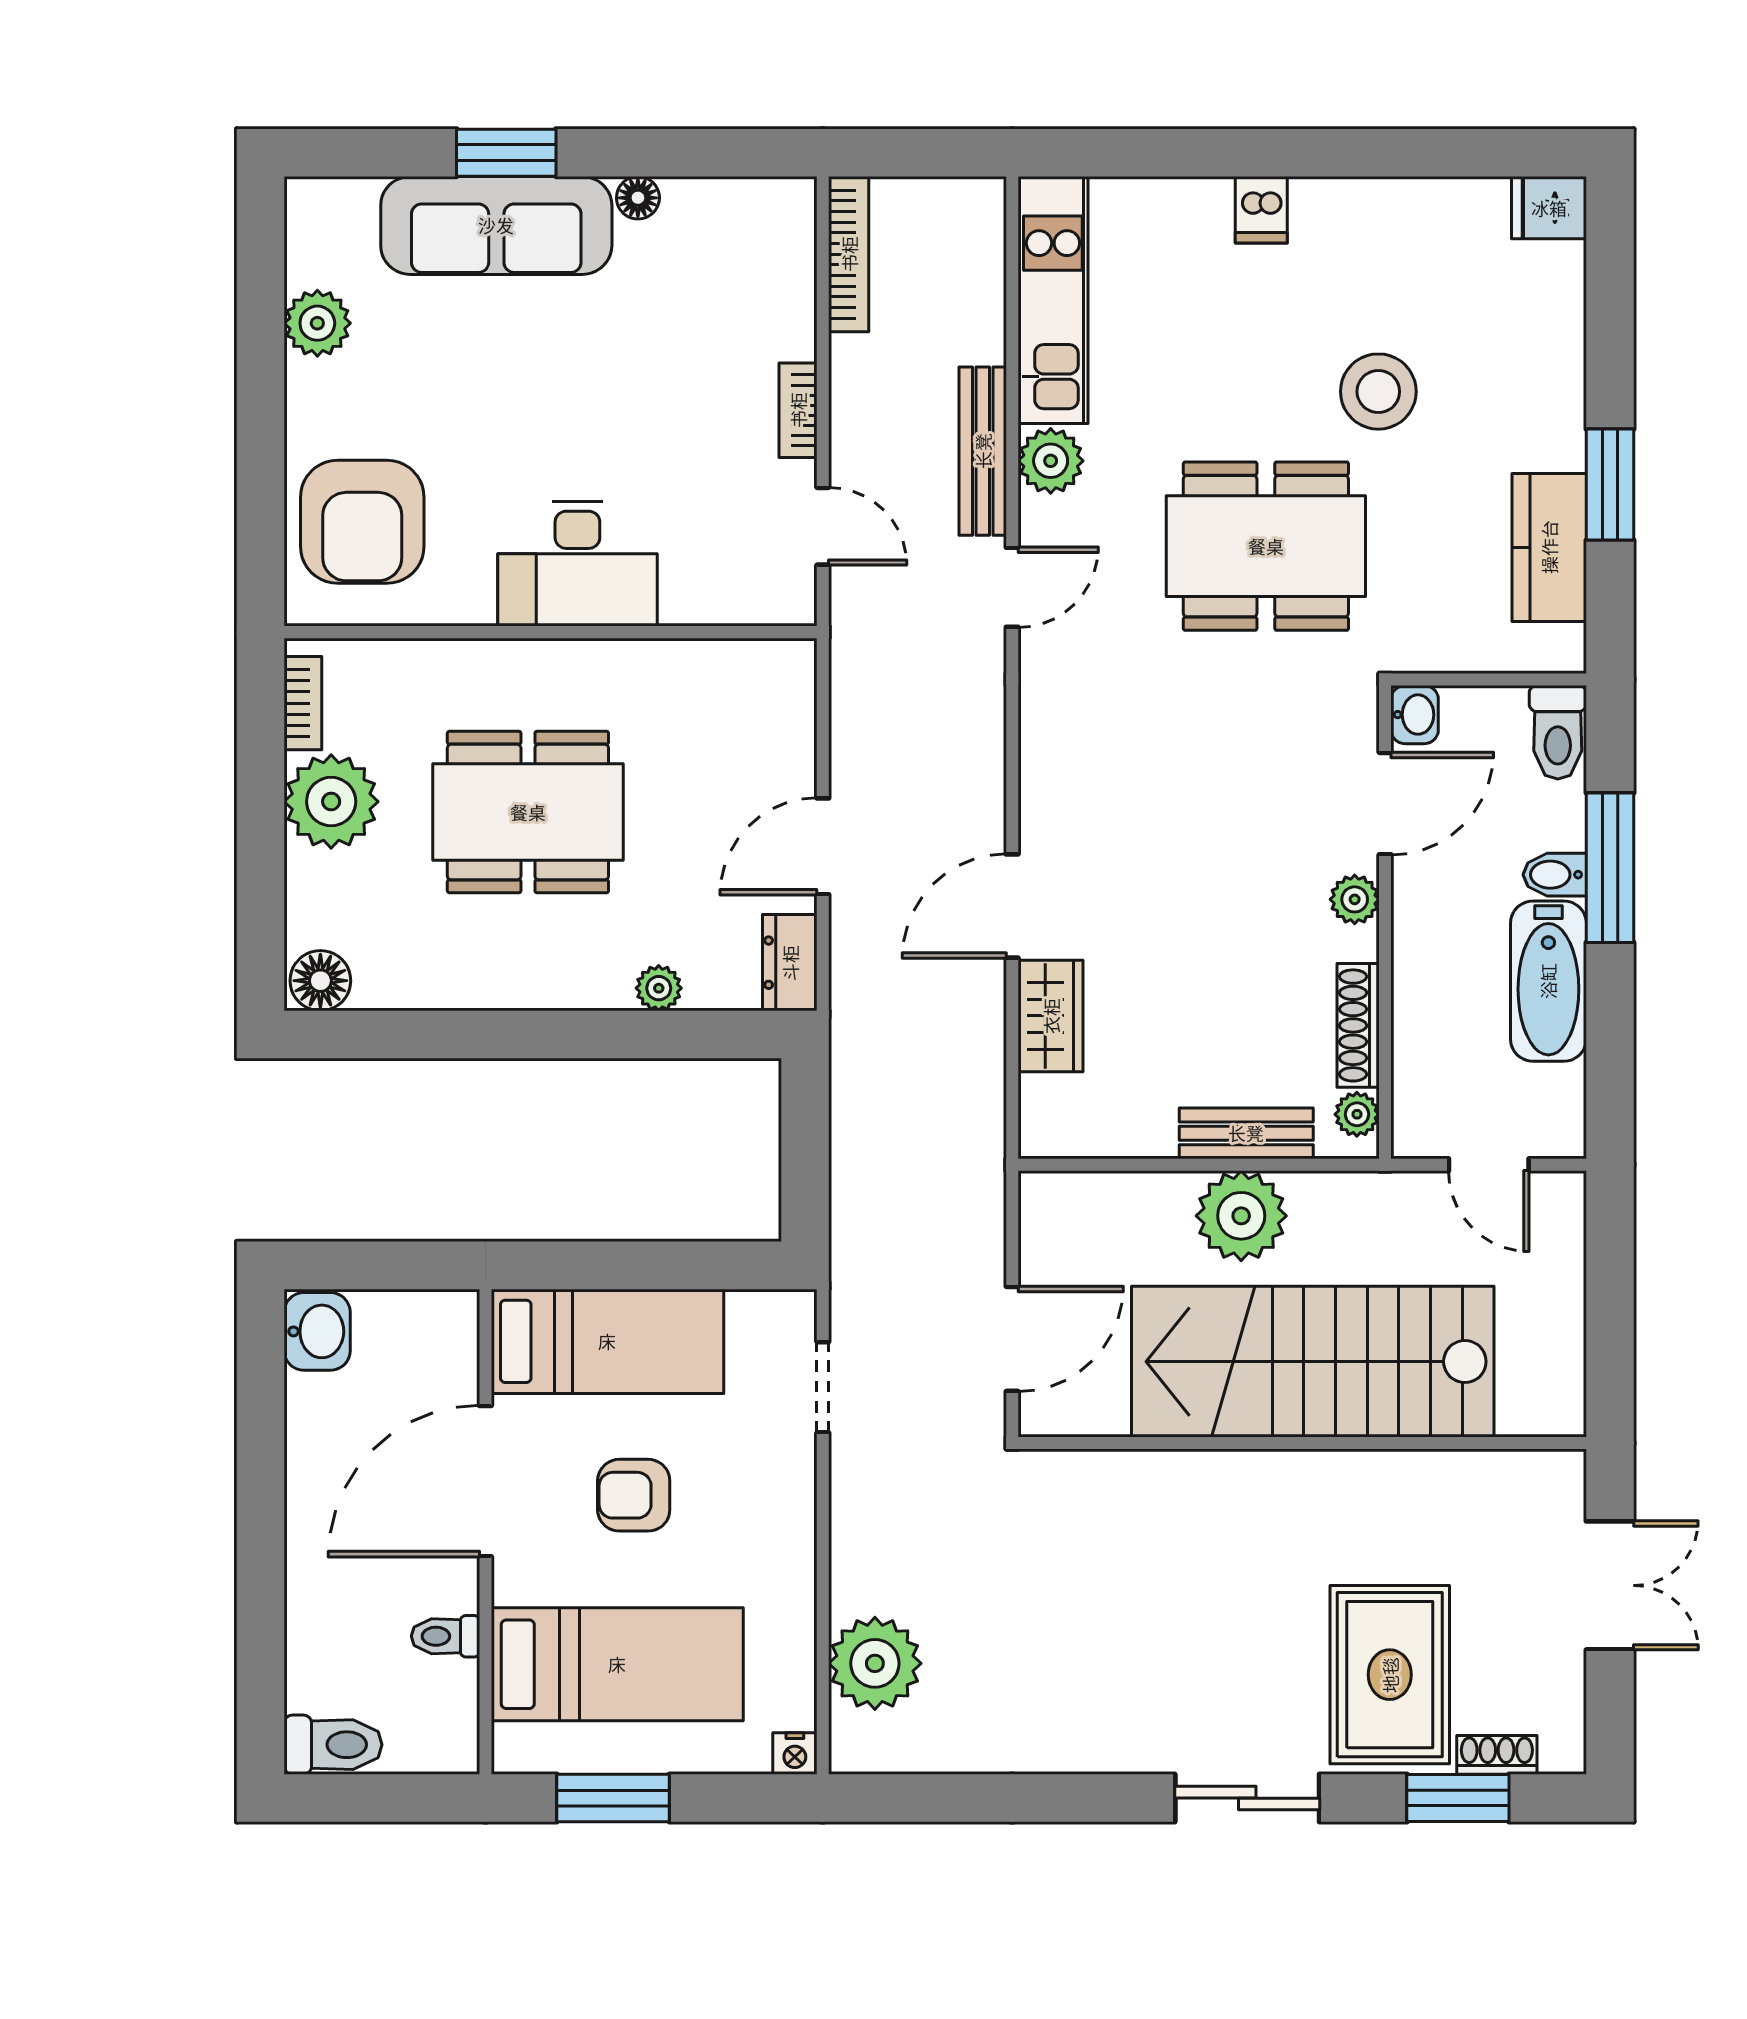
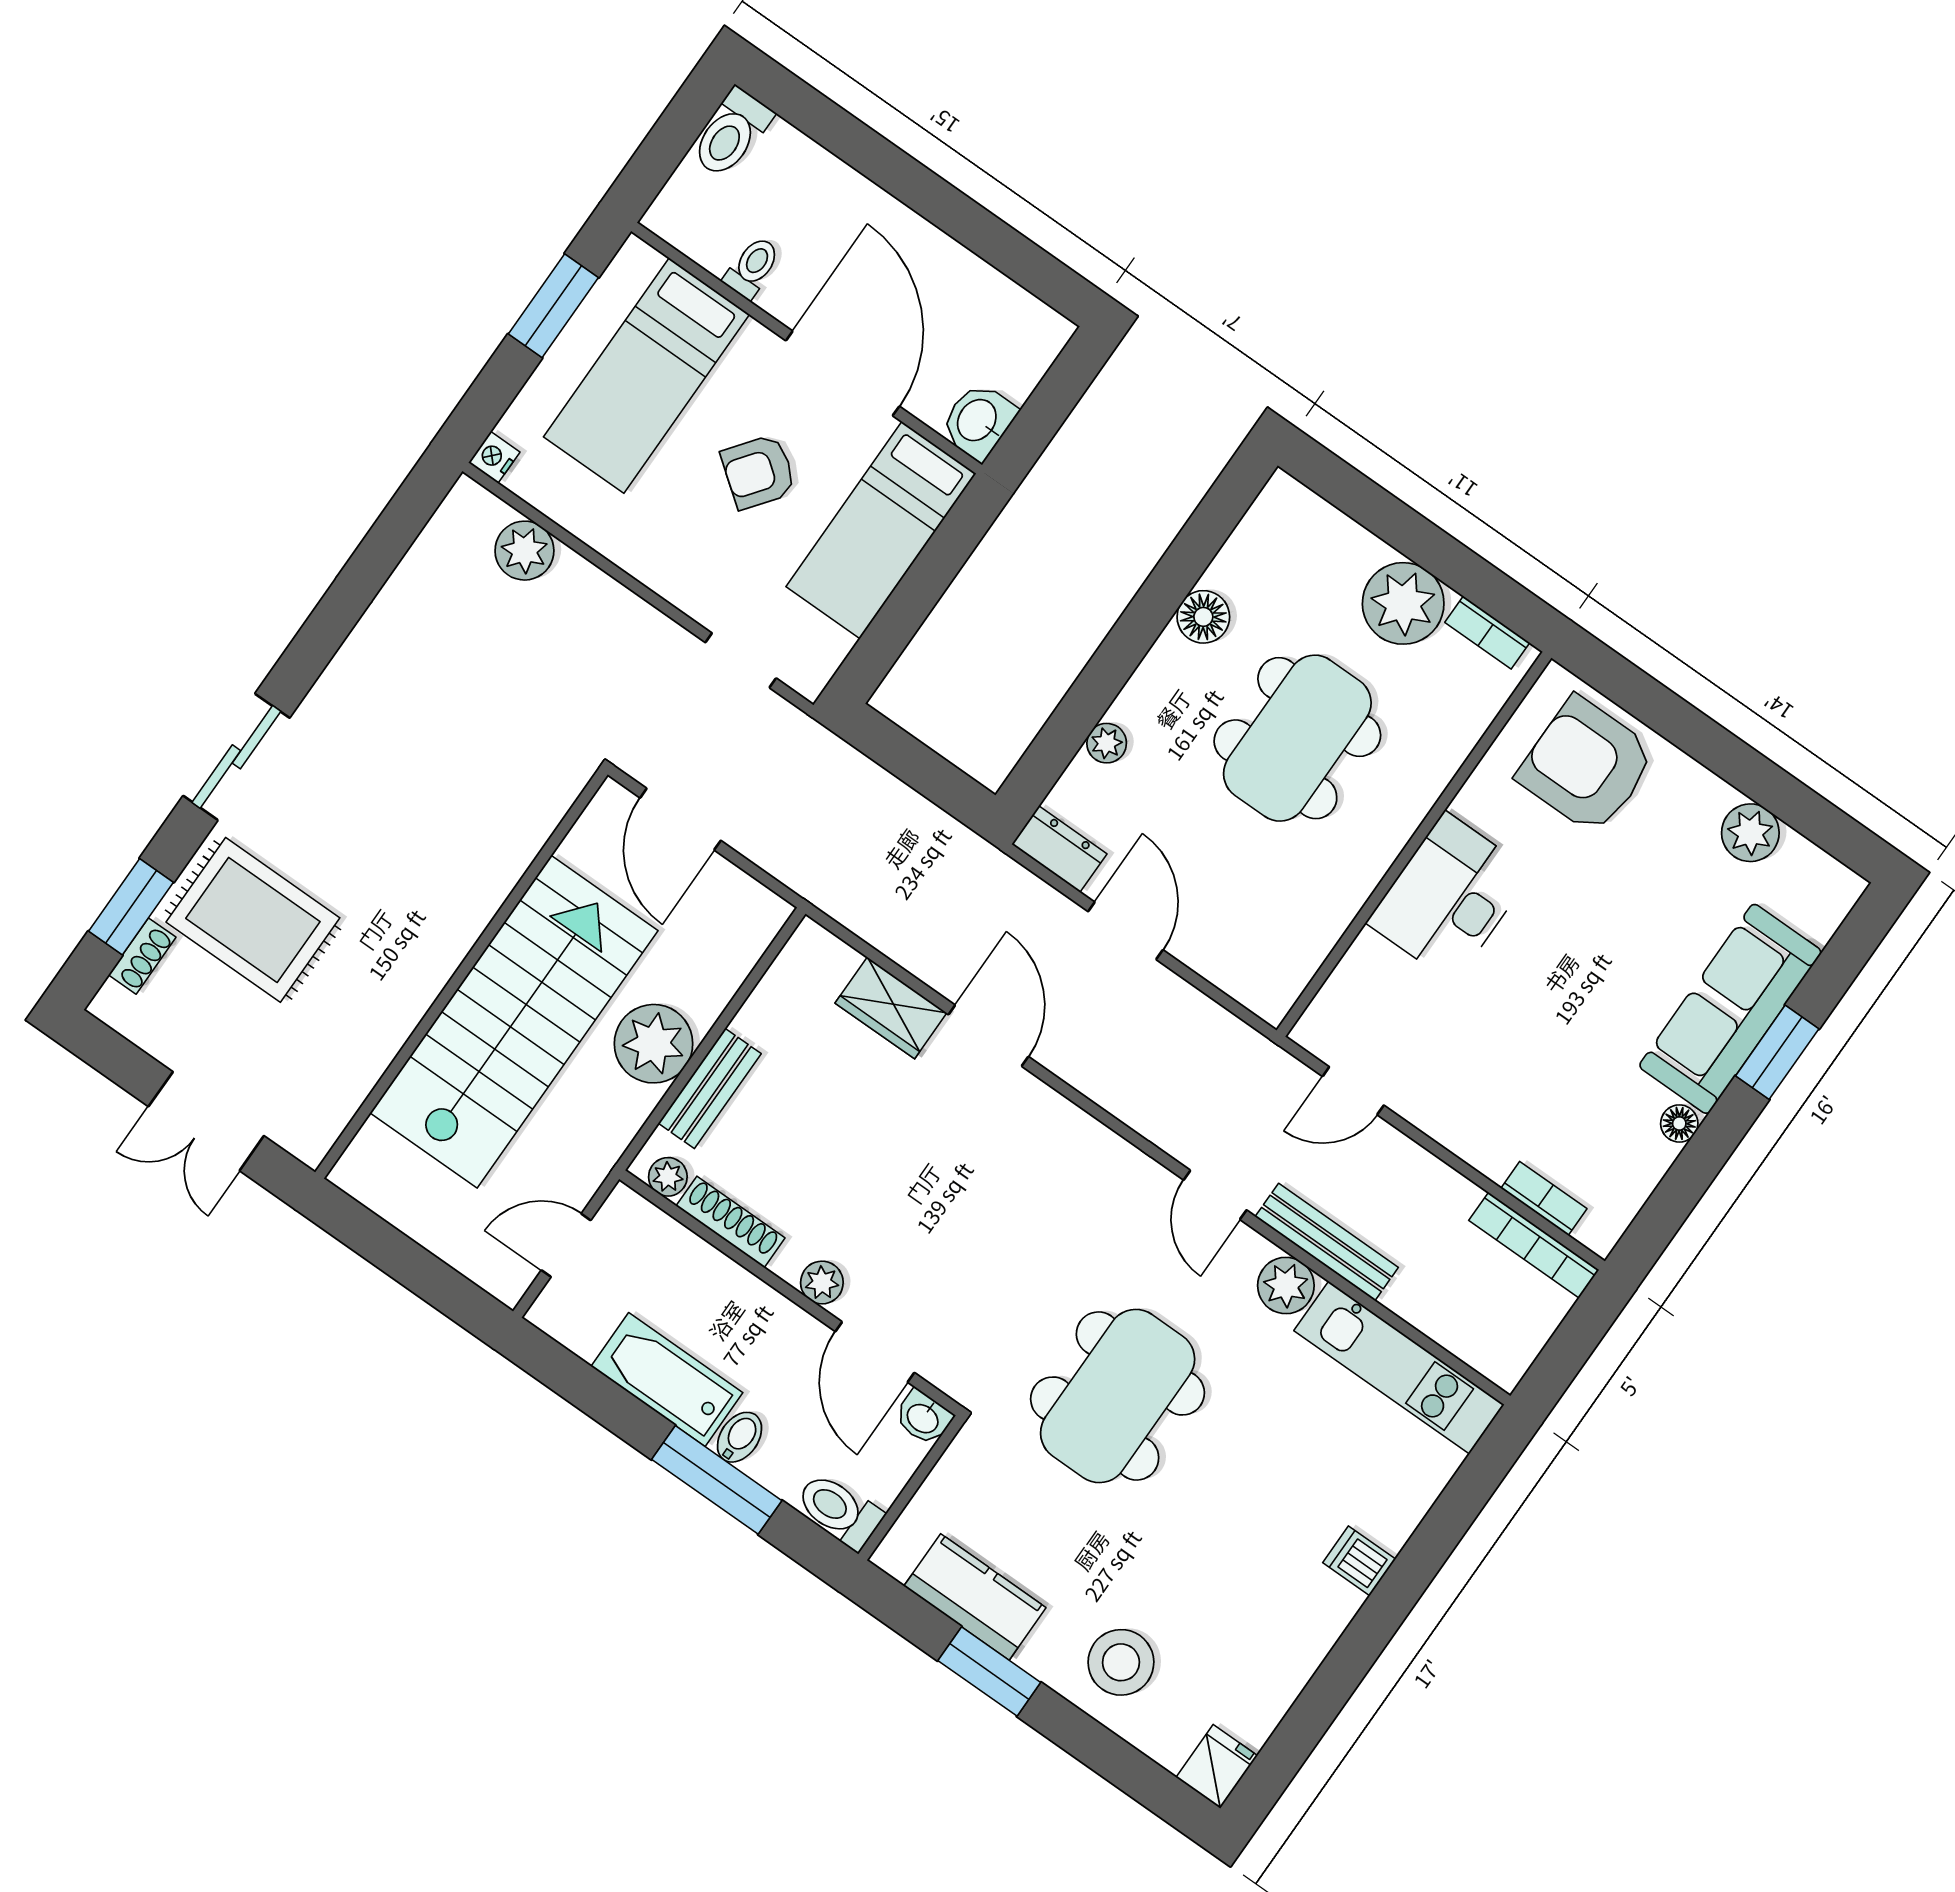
stool: (1378, 392) -> (1121, 1662), moved
bookcase: (798, 410) -> (1544, 1198), moved
floor lamp: (320, 981) -> (1203, 617), moved
washbasin: (317, 1331) -> (978, 421), moved, turned 90
armchair: (634, 1495) -> (758, 472), turned -143
plant: (875, 1663) -> (524, 551), width x0.73, depth x0.73

